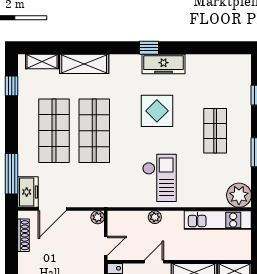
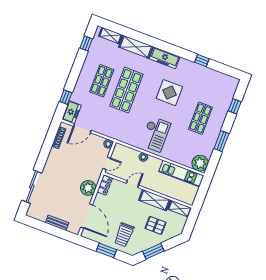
window: (149, 48) -> (202, 61), moved
freezer: (164, 64) -> (165, 58), moved
shop shelf: (54, 131) -> (102, 81), width x0.70, depth x0.74
window: (12, 174) -> (66, 97), width x0.46

